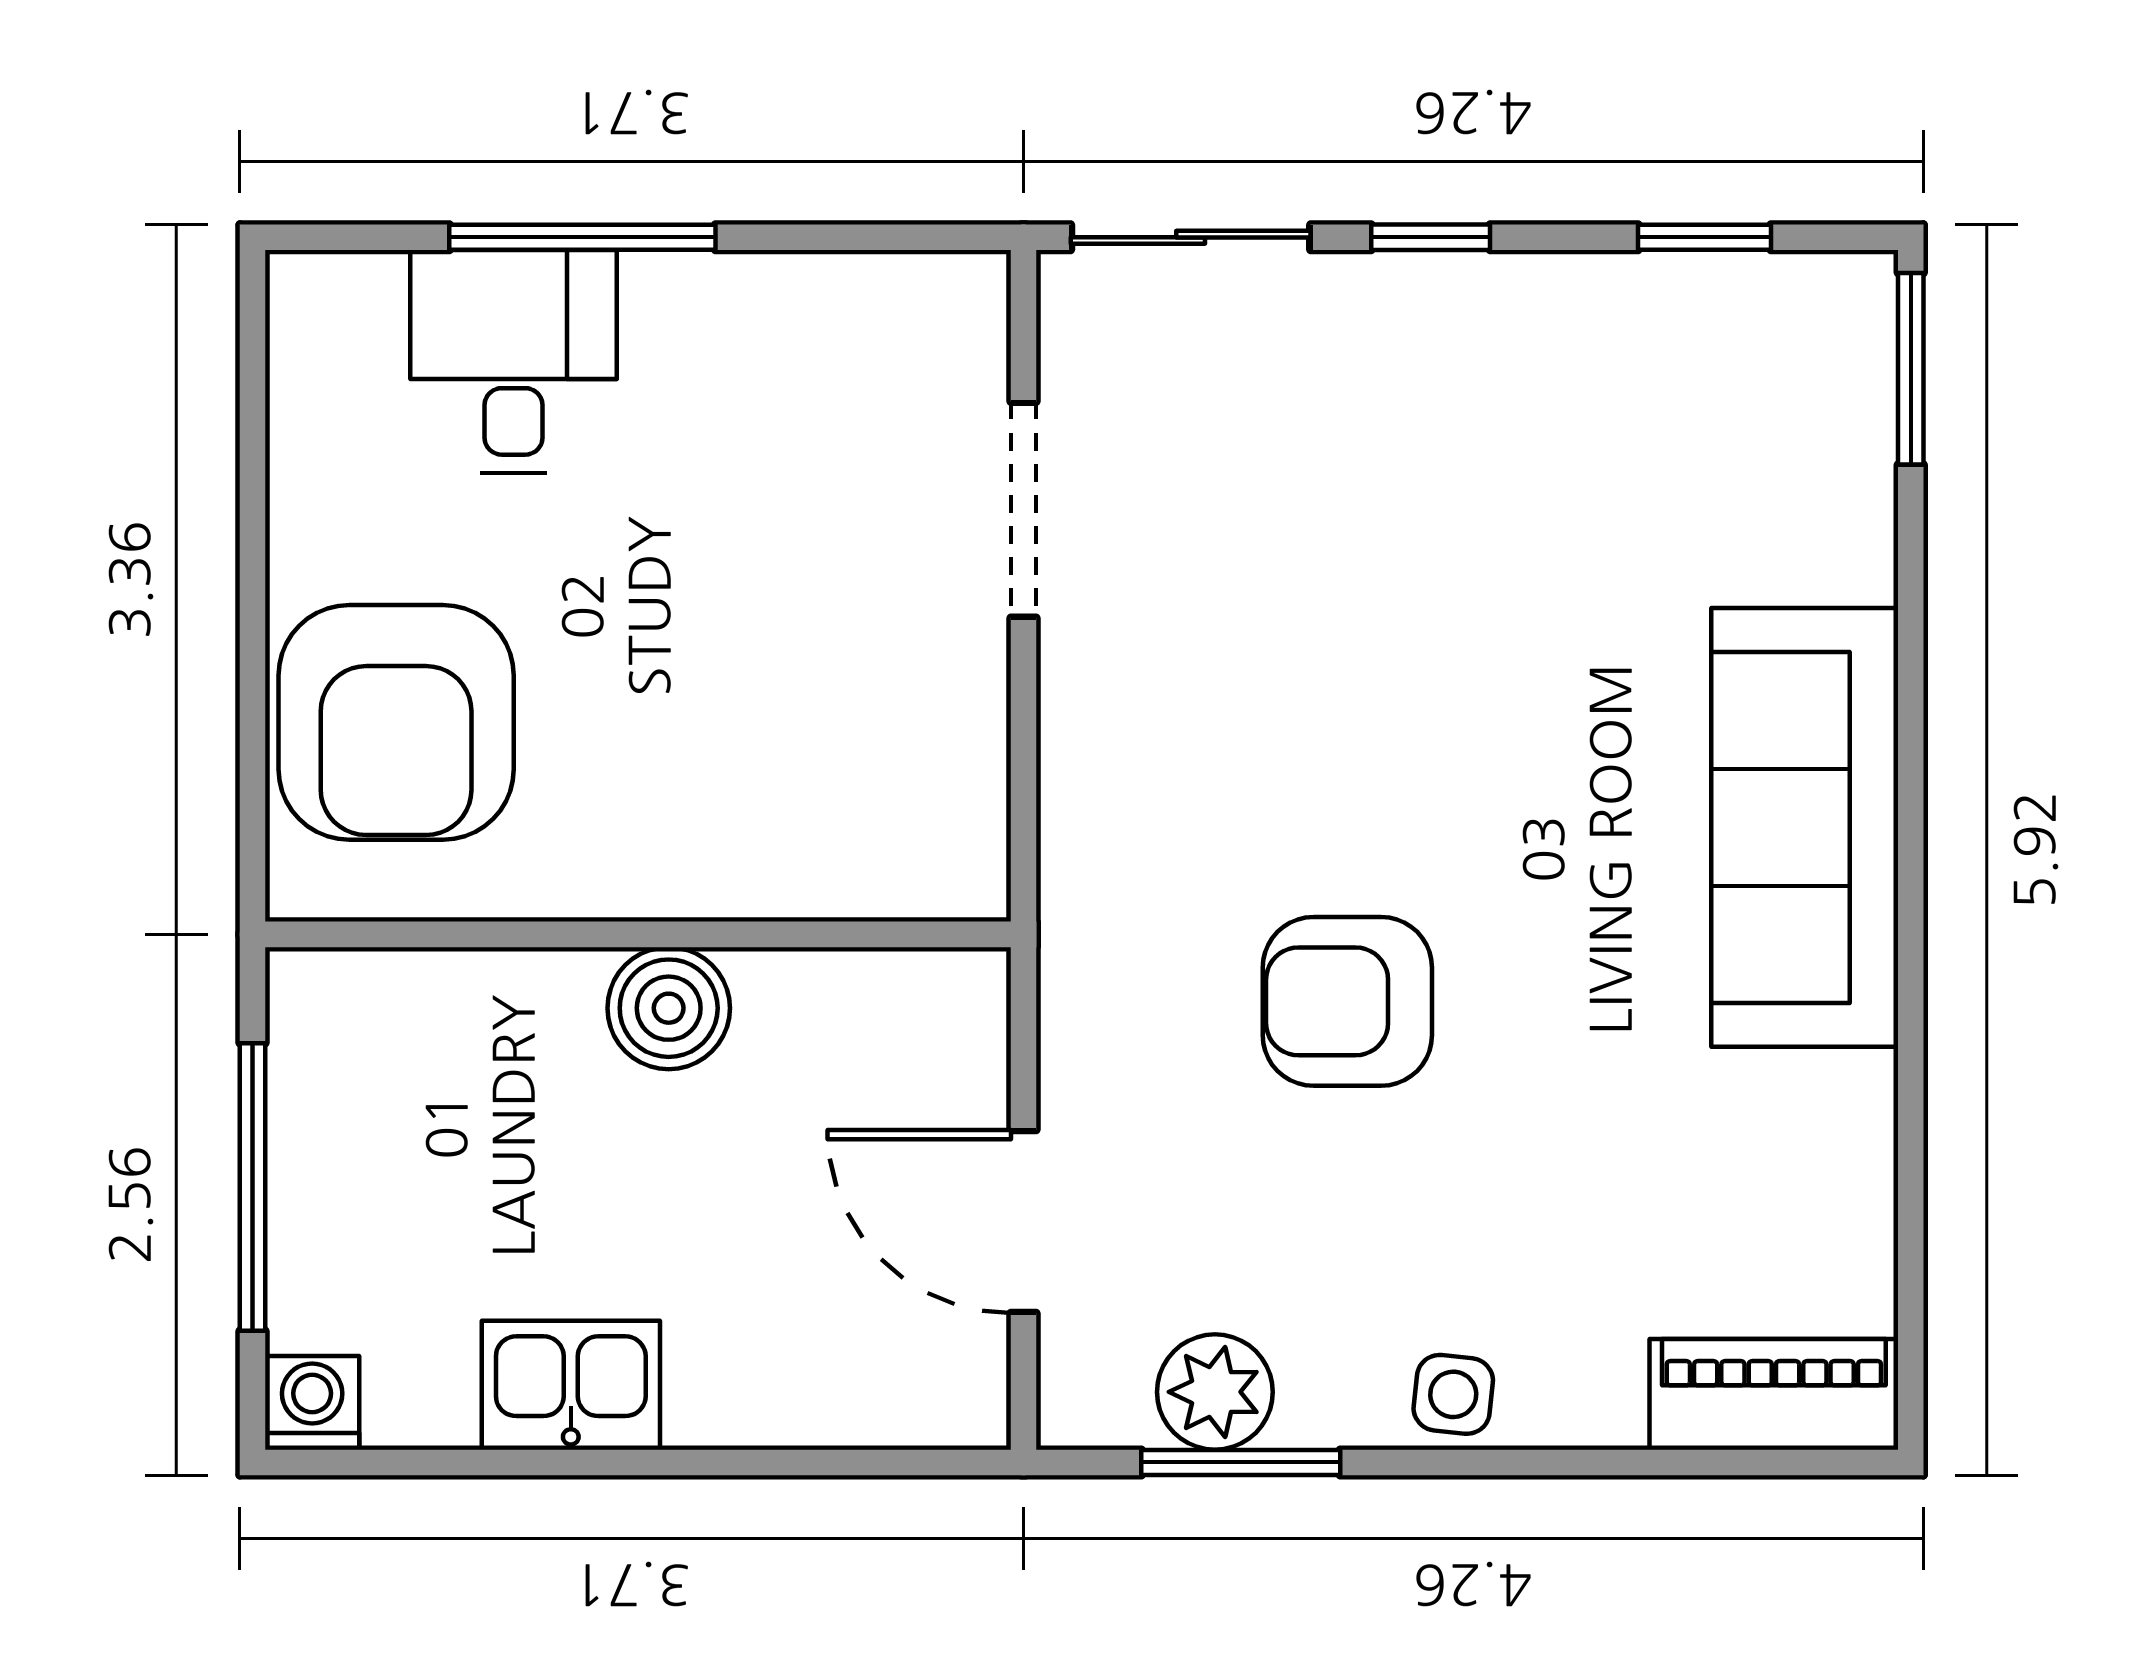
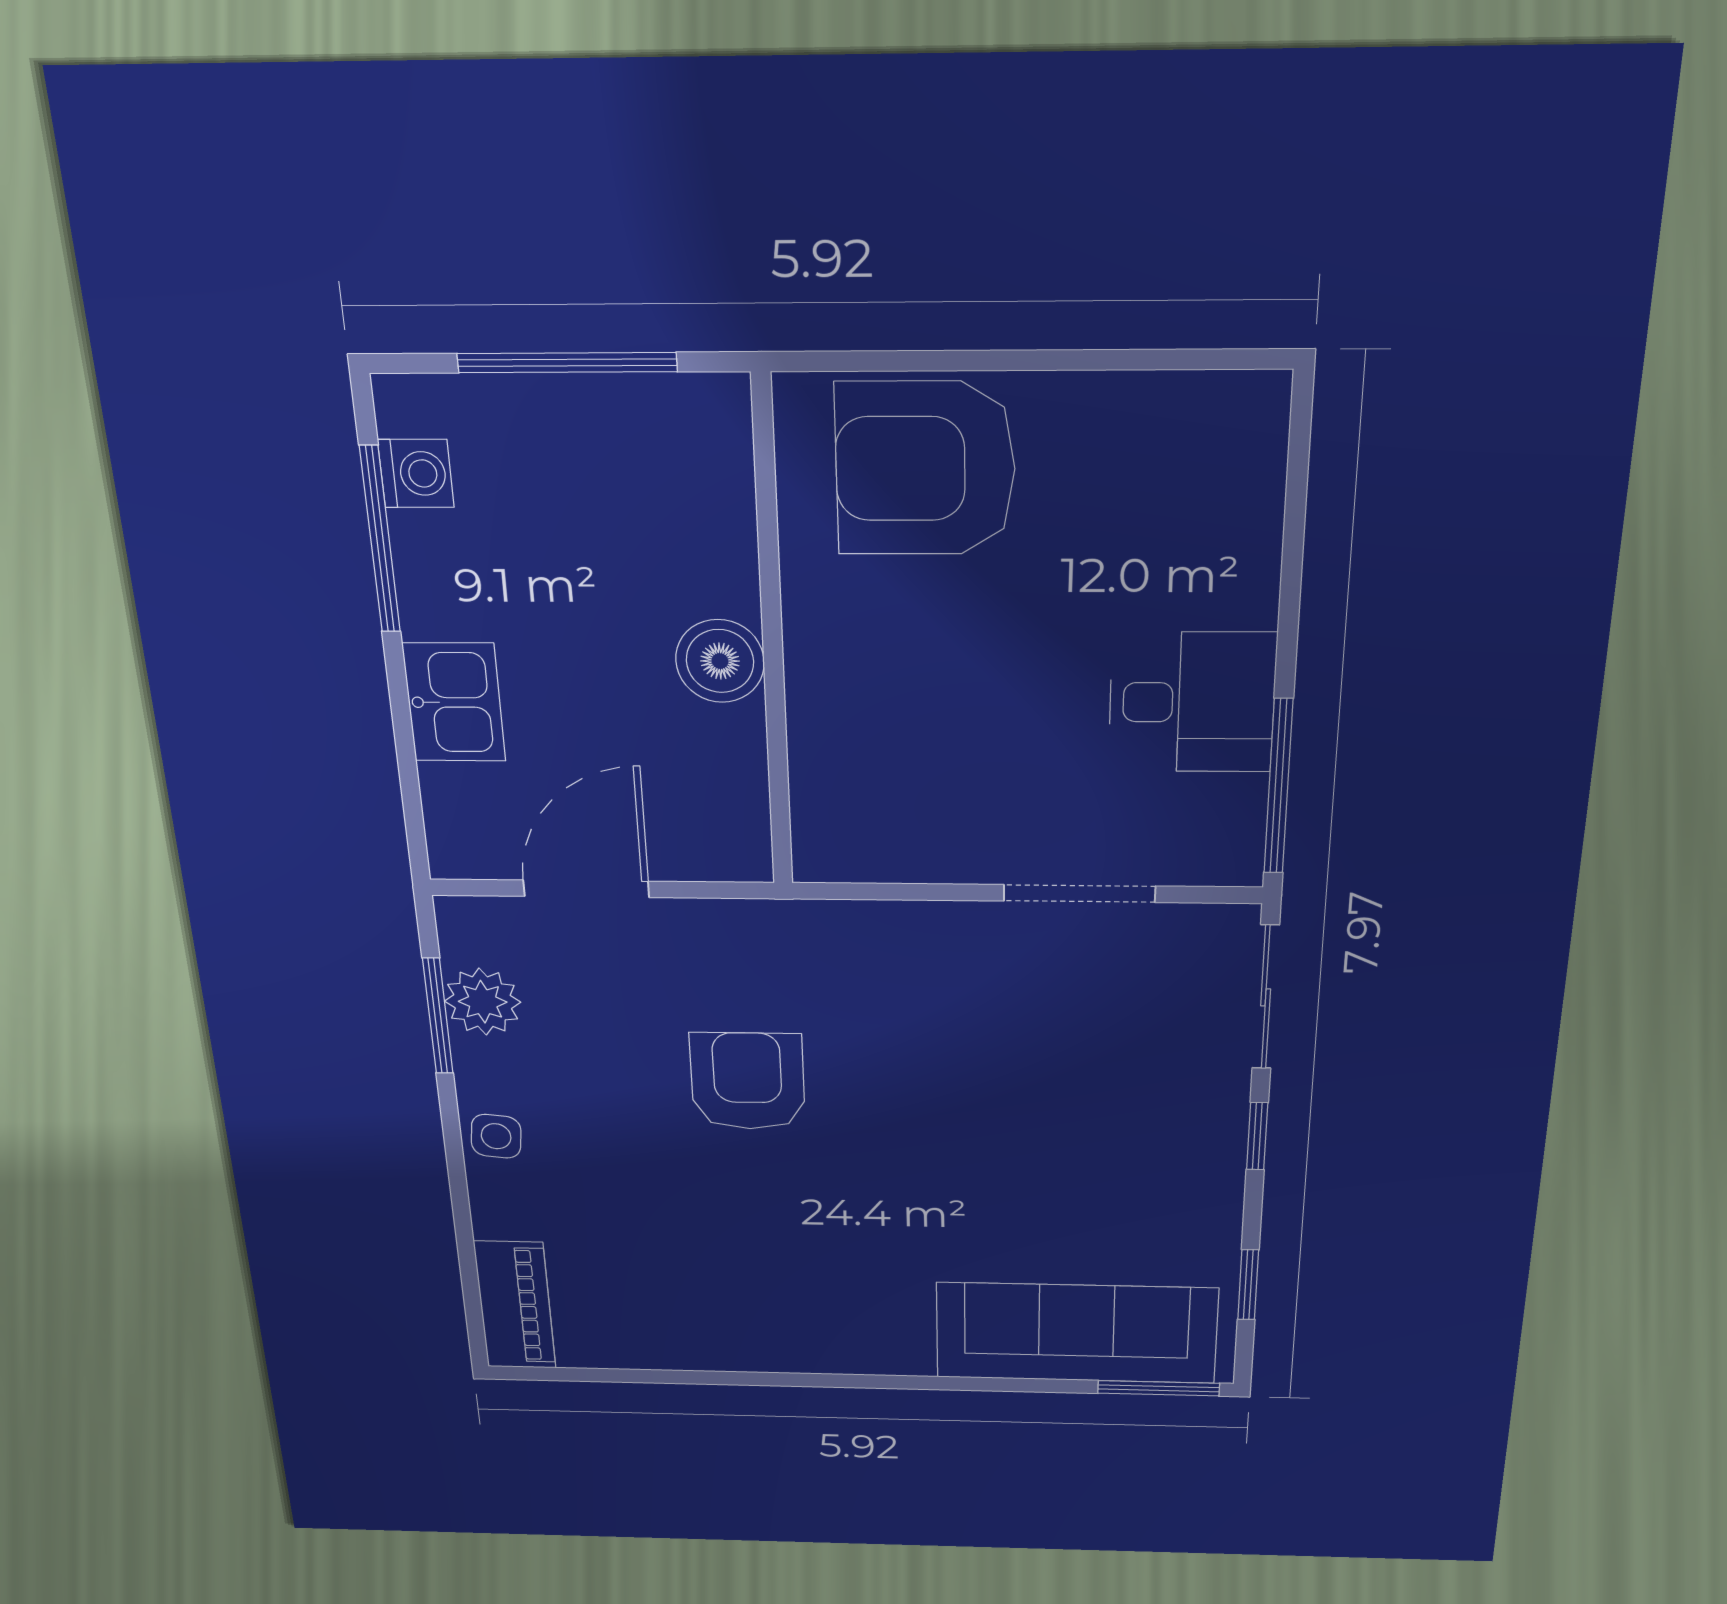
window: (582, 237) -> (1278, 787), moved
desk: (514, 361) -> (1192, 702), moved
sofa: (1805, 827) -> (1076, 1333), moved
kitchen sink: (571, 1385) -> (454, 702), moved
washing machine: (312, 1403) -> (416, 473), moved
window: (494, 1462) -> (380, 540), added

